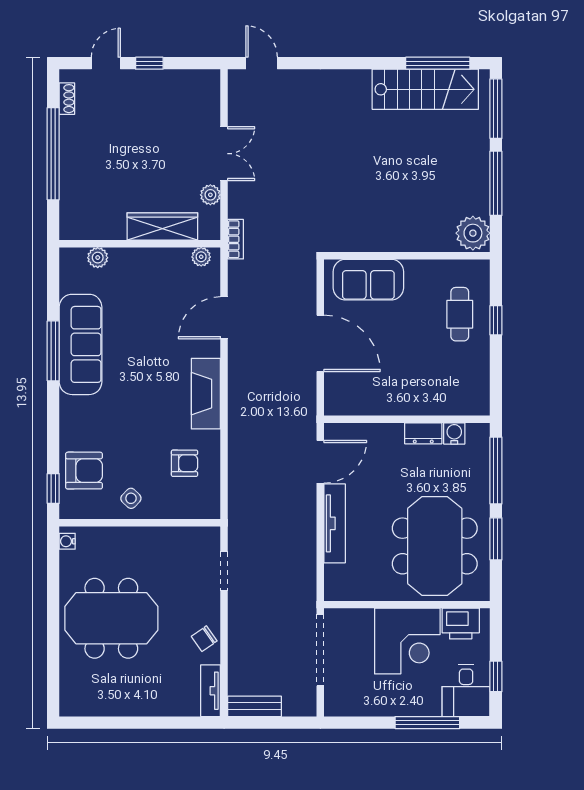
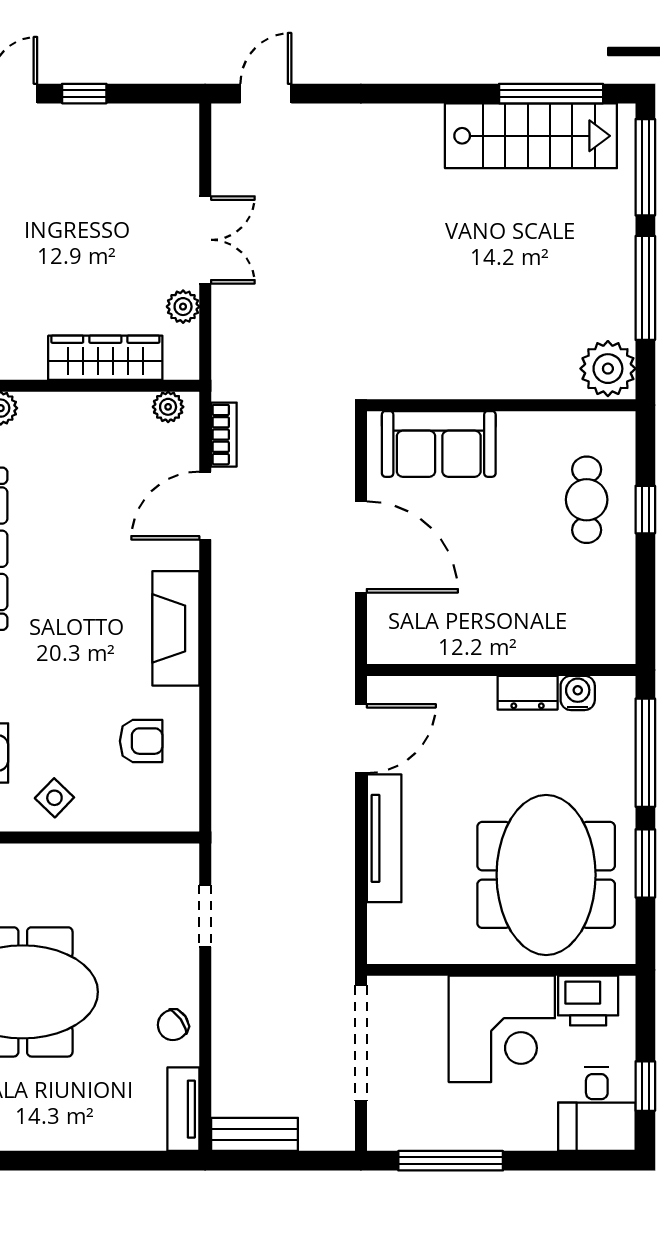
door: (262, 63) -> (266, 94), hinge flipped
bookcase: (236, 239) -> (224, 435), moved
window: (427, 723) -> (451, 1161), moved

